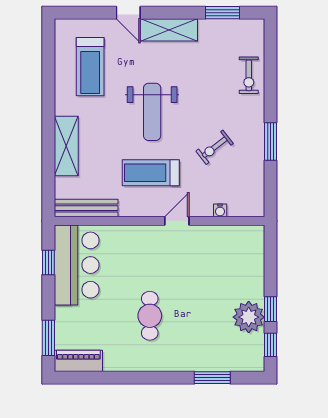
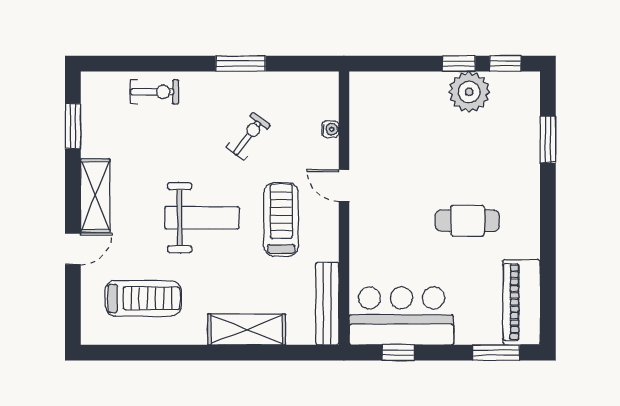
exercise bike: (215, 147) -> (248, 136), turned -105
treadmill: (151, 173) -> (281, 219), turned 180
piano: (78, 361) -> (522, 302), width x1.37, depth x1.33

